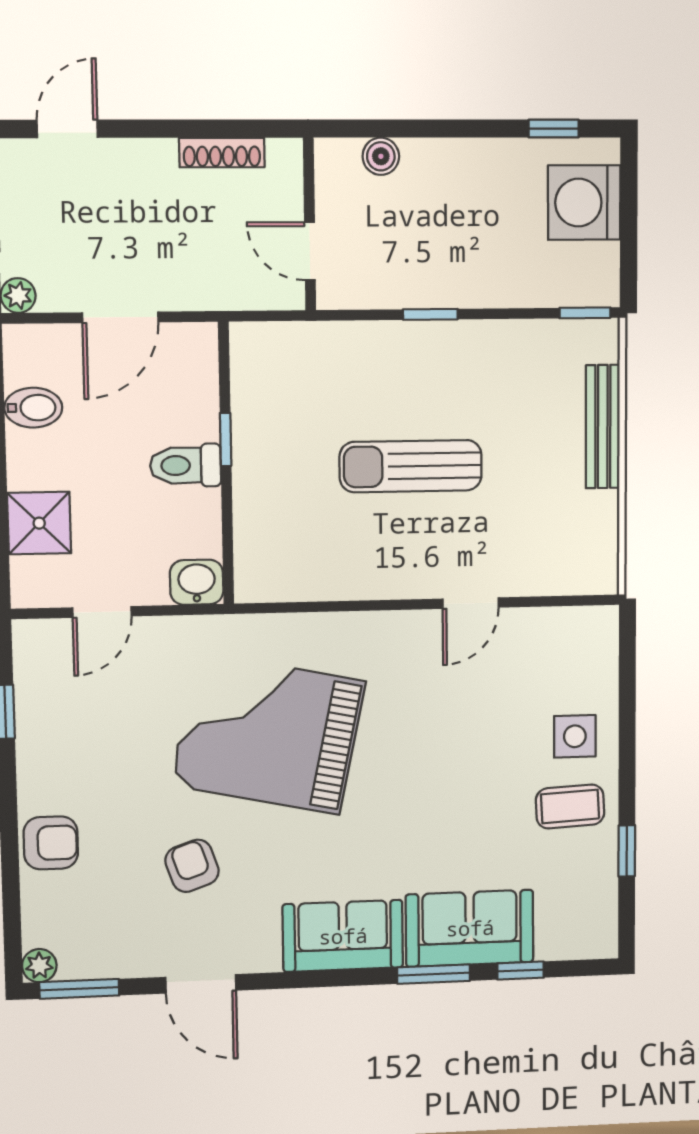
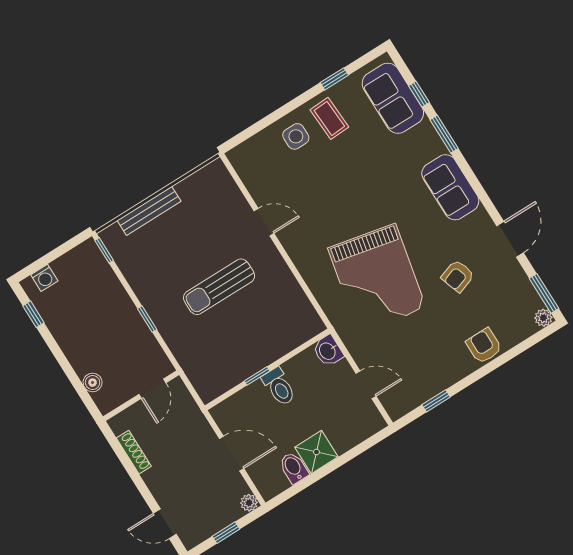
washing machine: (584, 203) -> (44, 278), width x0.53, depth x0.53
sun lounger: (411, 466) -> (219, 287), turned 90
shower: (39, 523) -> (316, 452), moved
sofa: (470, 928) -> (393, 98), moved

